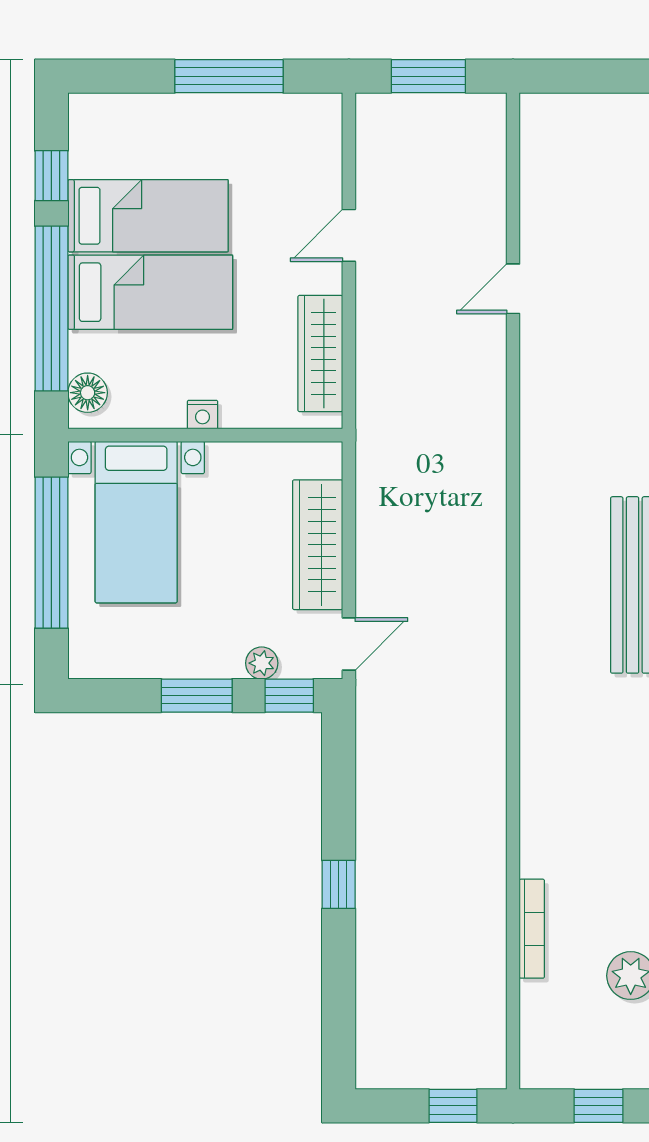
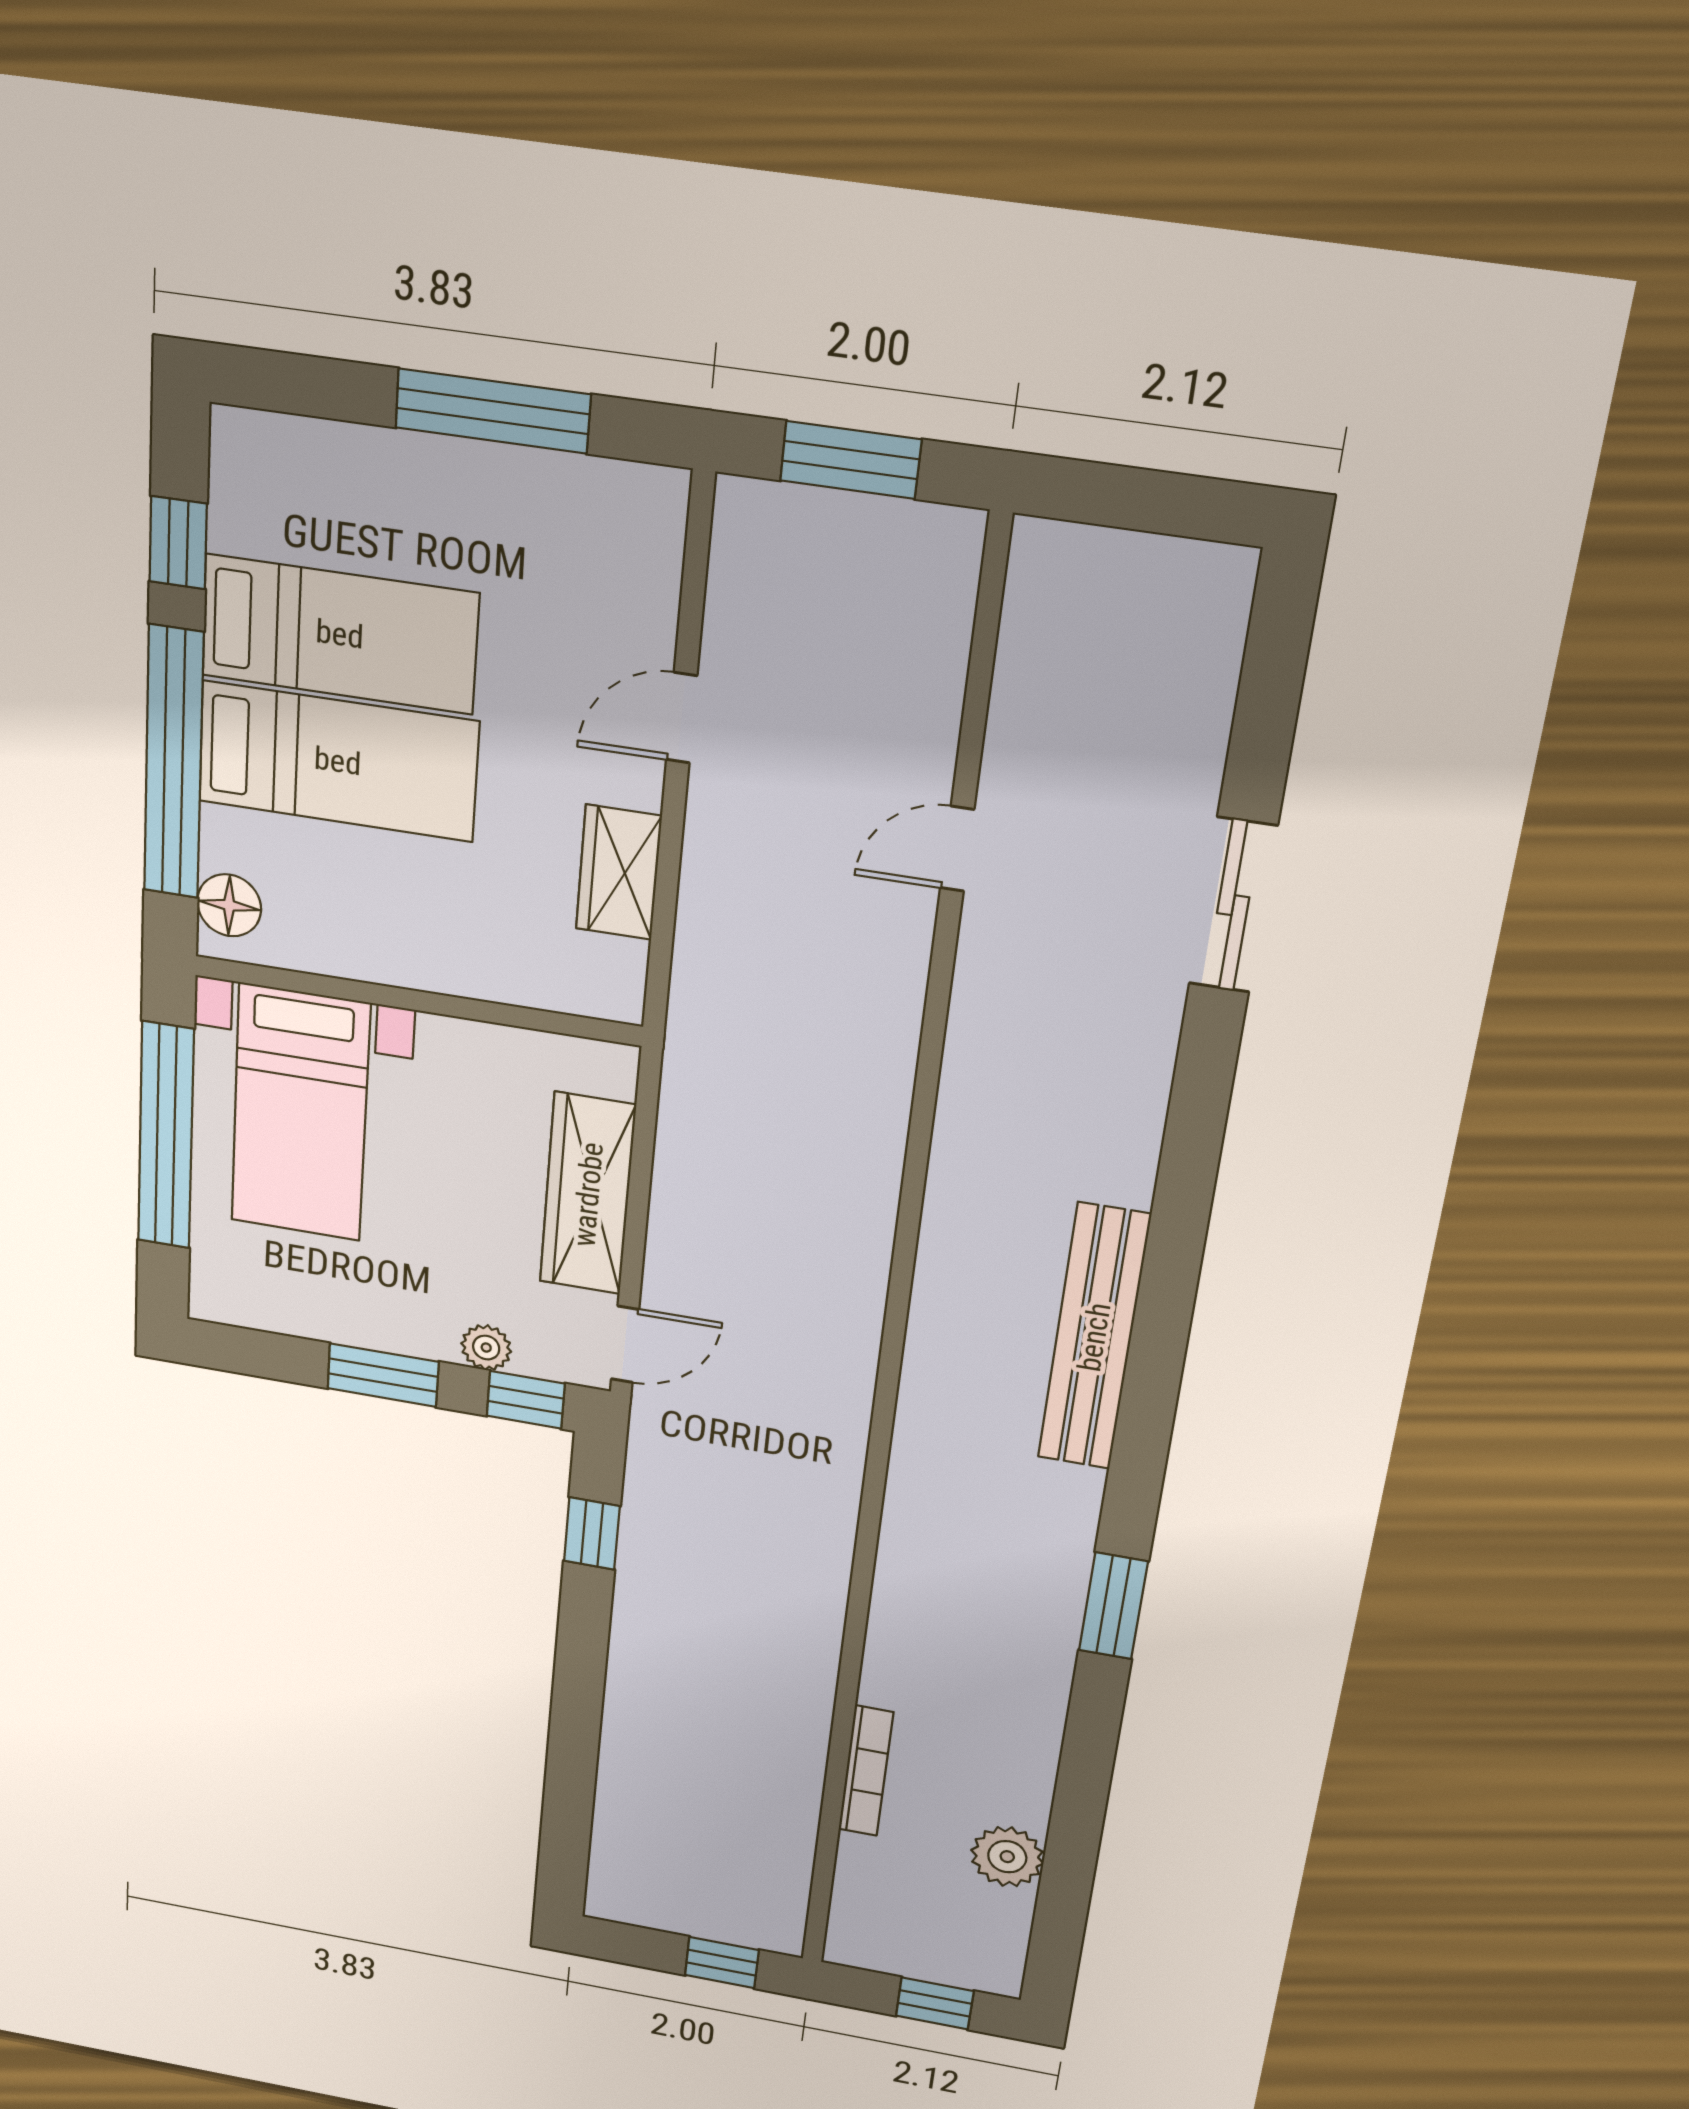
wardrobe: (320, 354) -> (619, 872), width x0.67
nightstand: (203, 415) -> (415, 969), removed
window: (339, 884) -> (592, 1534), moved

